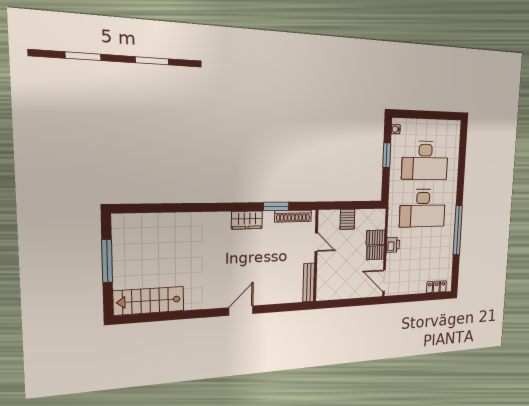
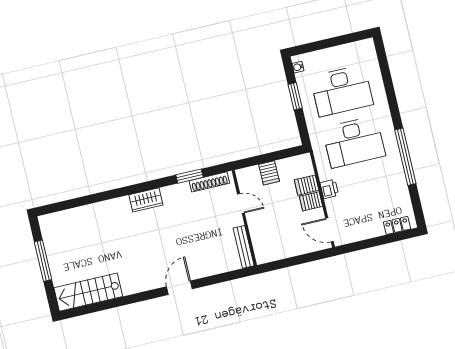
wardrobe: (247, 220) -> (146, 200), moved

